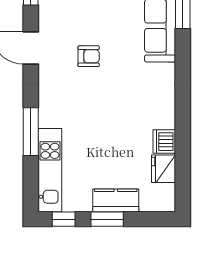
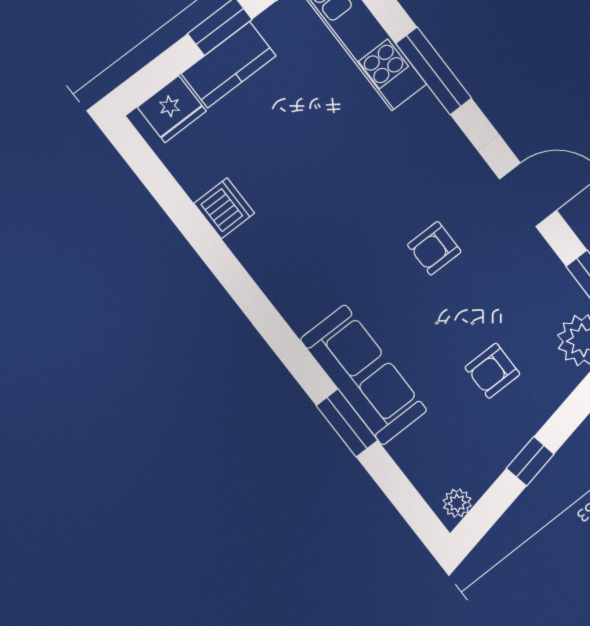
fridge: (164, 169) -> (172, 109), moved, turned 90

